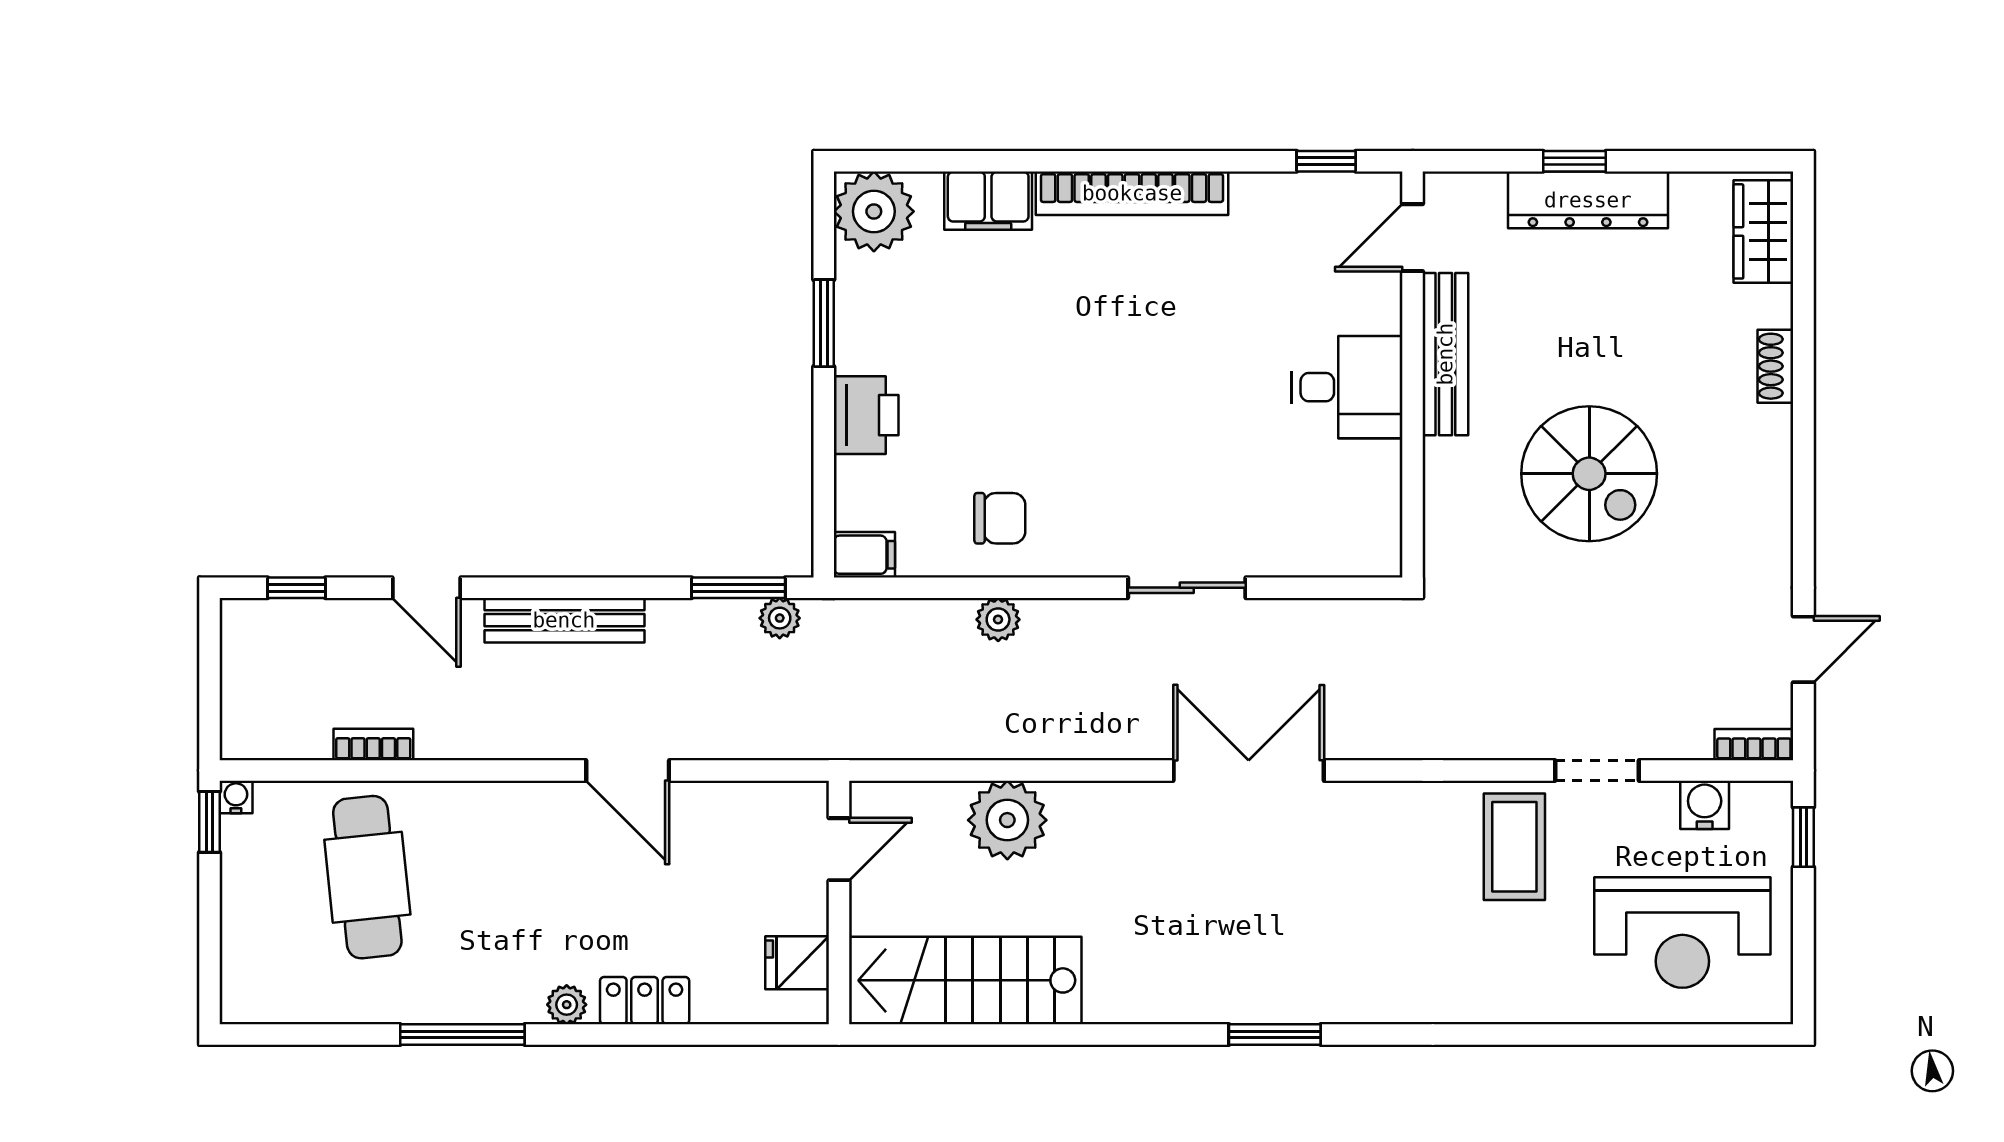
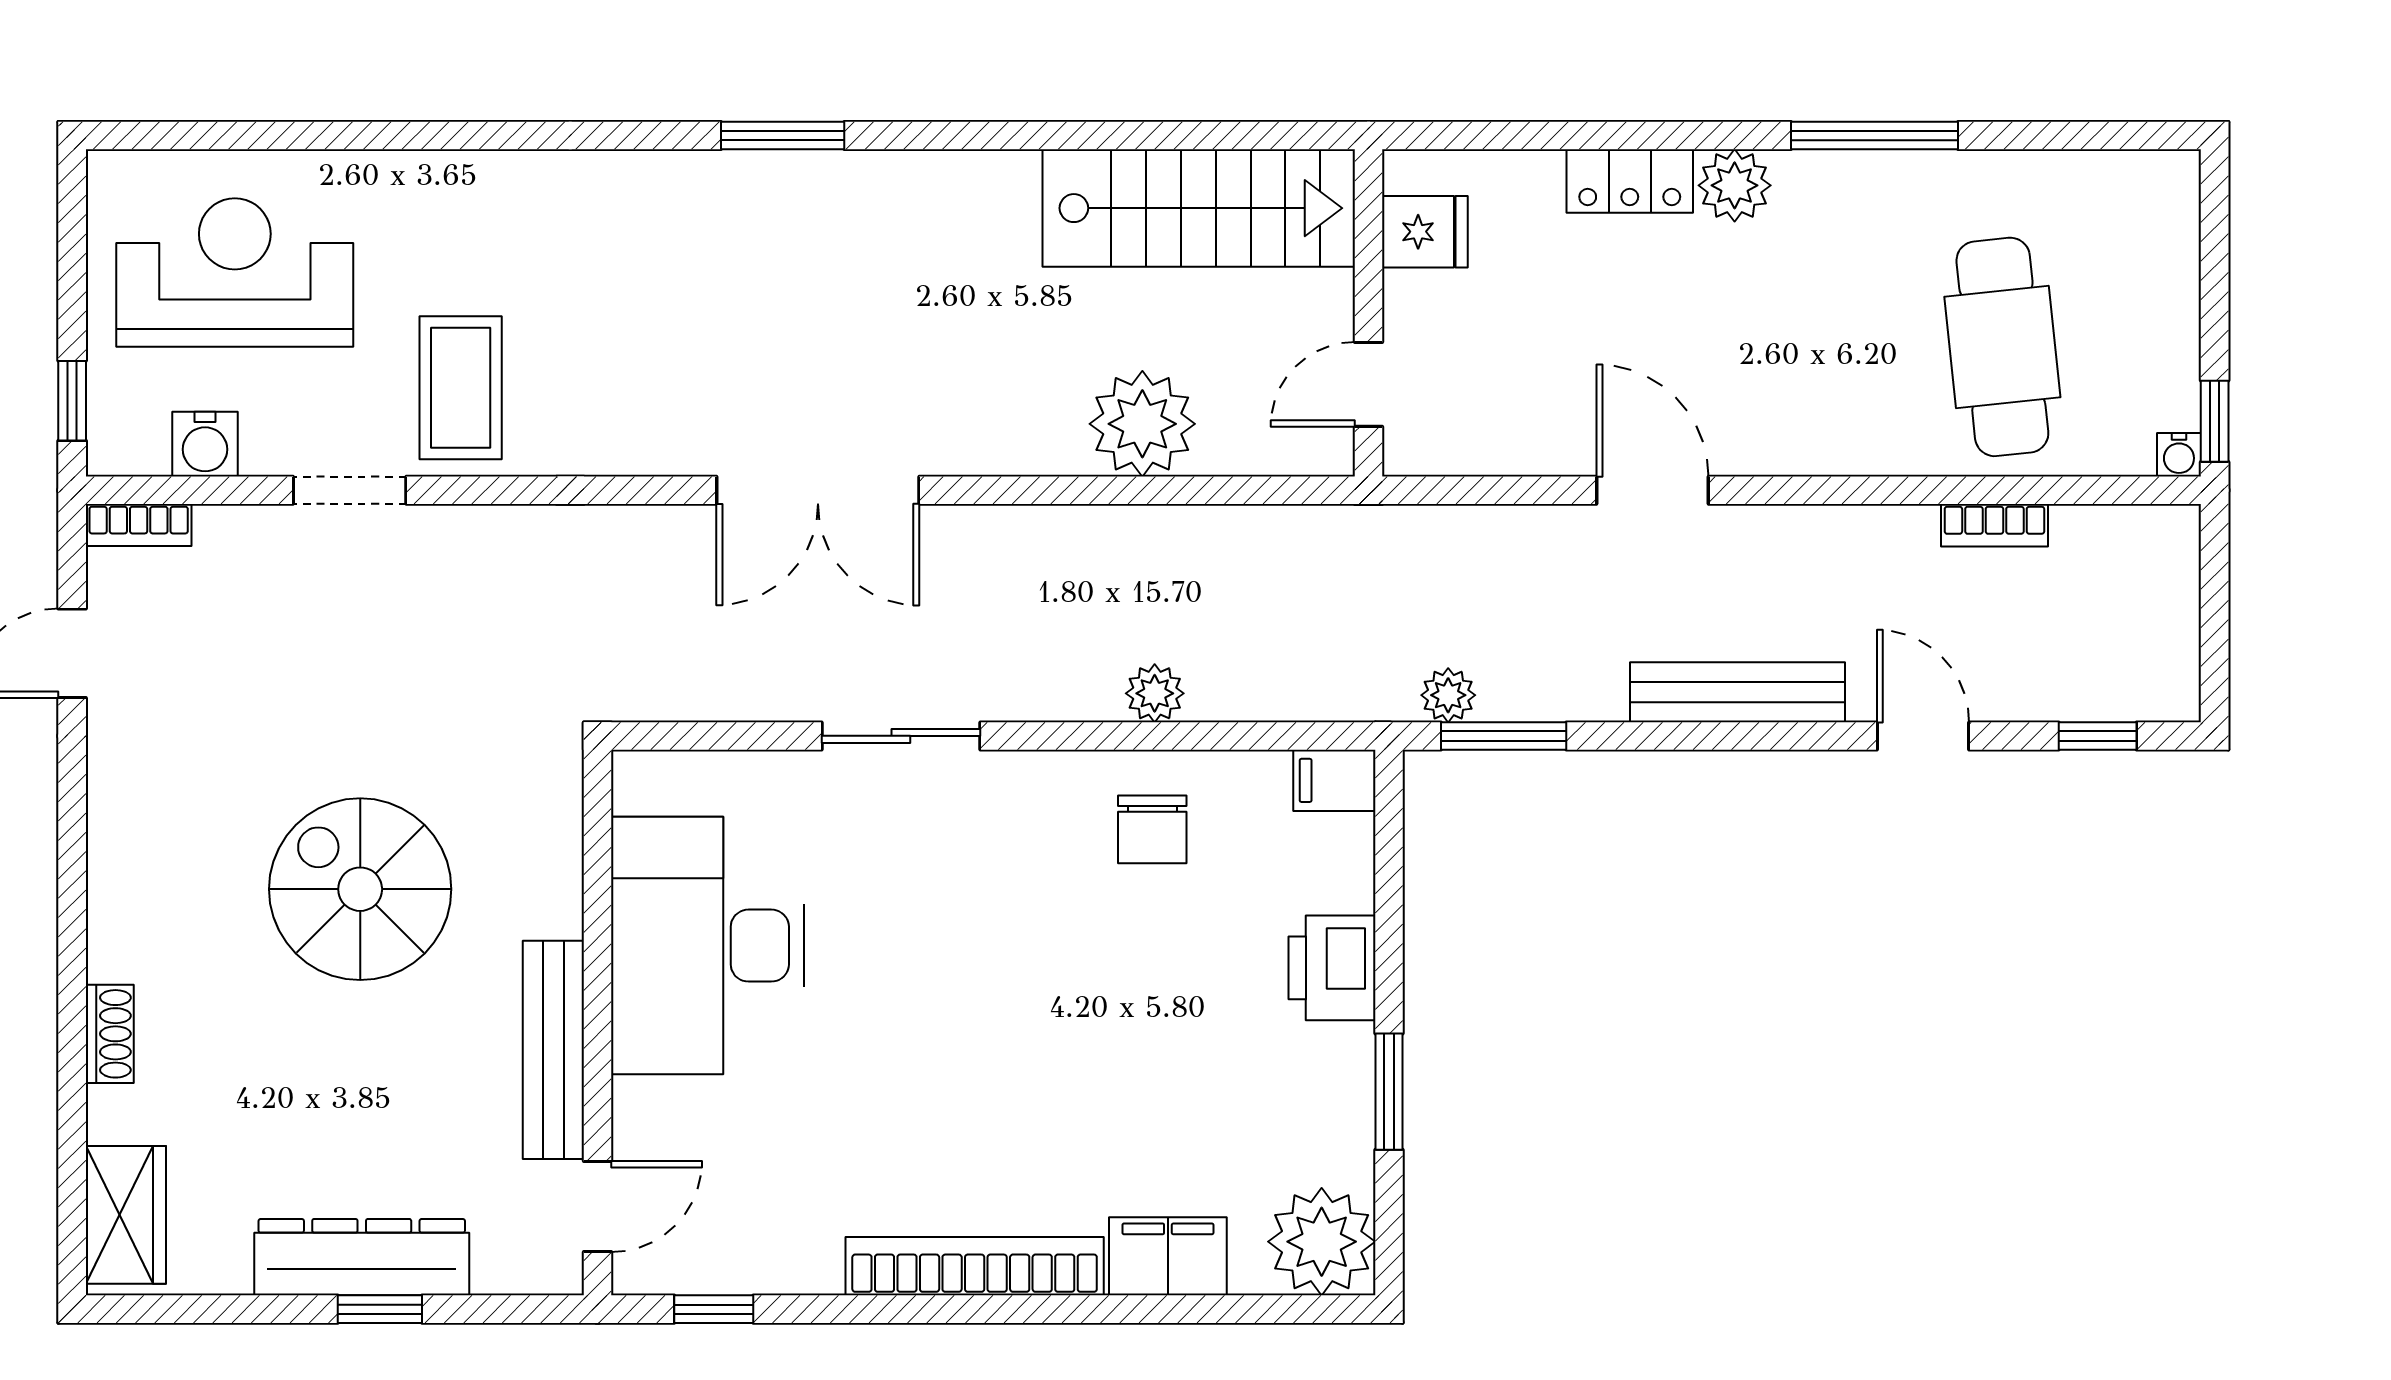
desk: (1347, 387) -> (708, 946), width x1.87, depth x1.30
chair: (1000, 518) -> (1152, 829), turned -90
plant: (567, 1005) -> (1735, 185), width x1.38, depth x1.38

